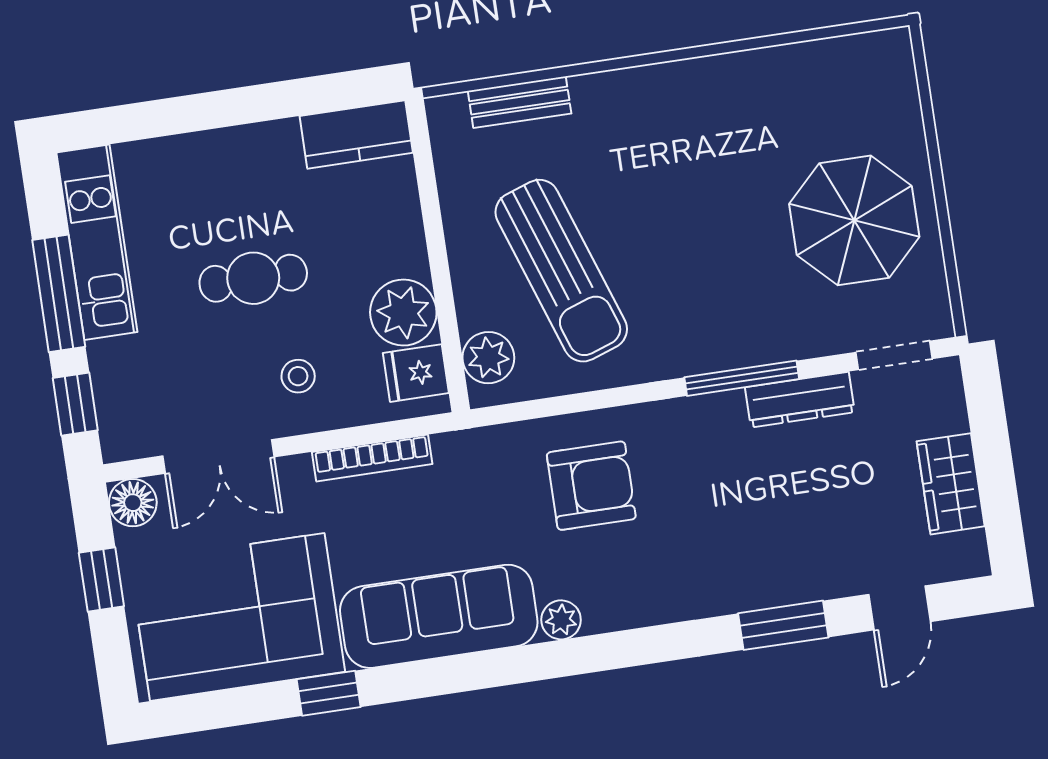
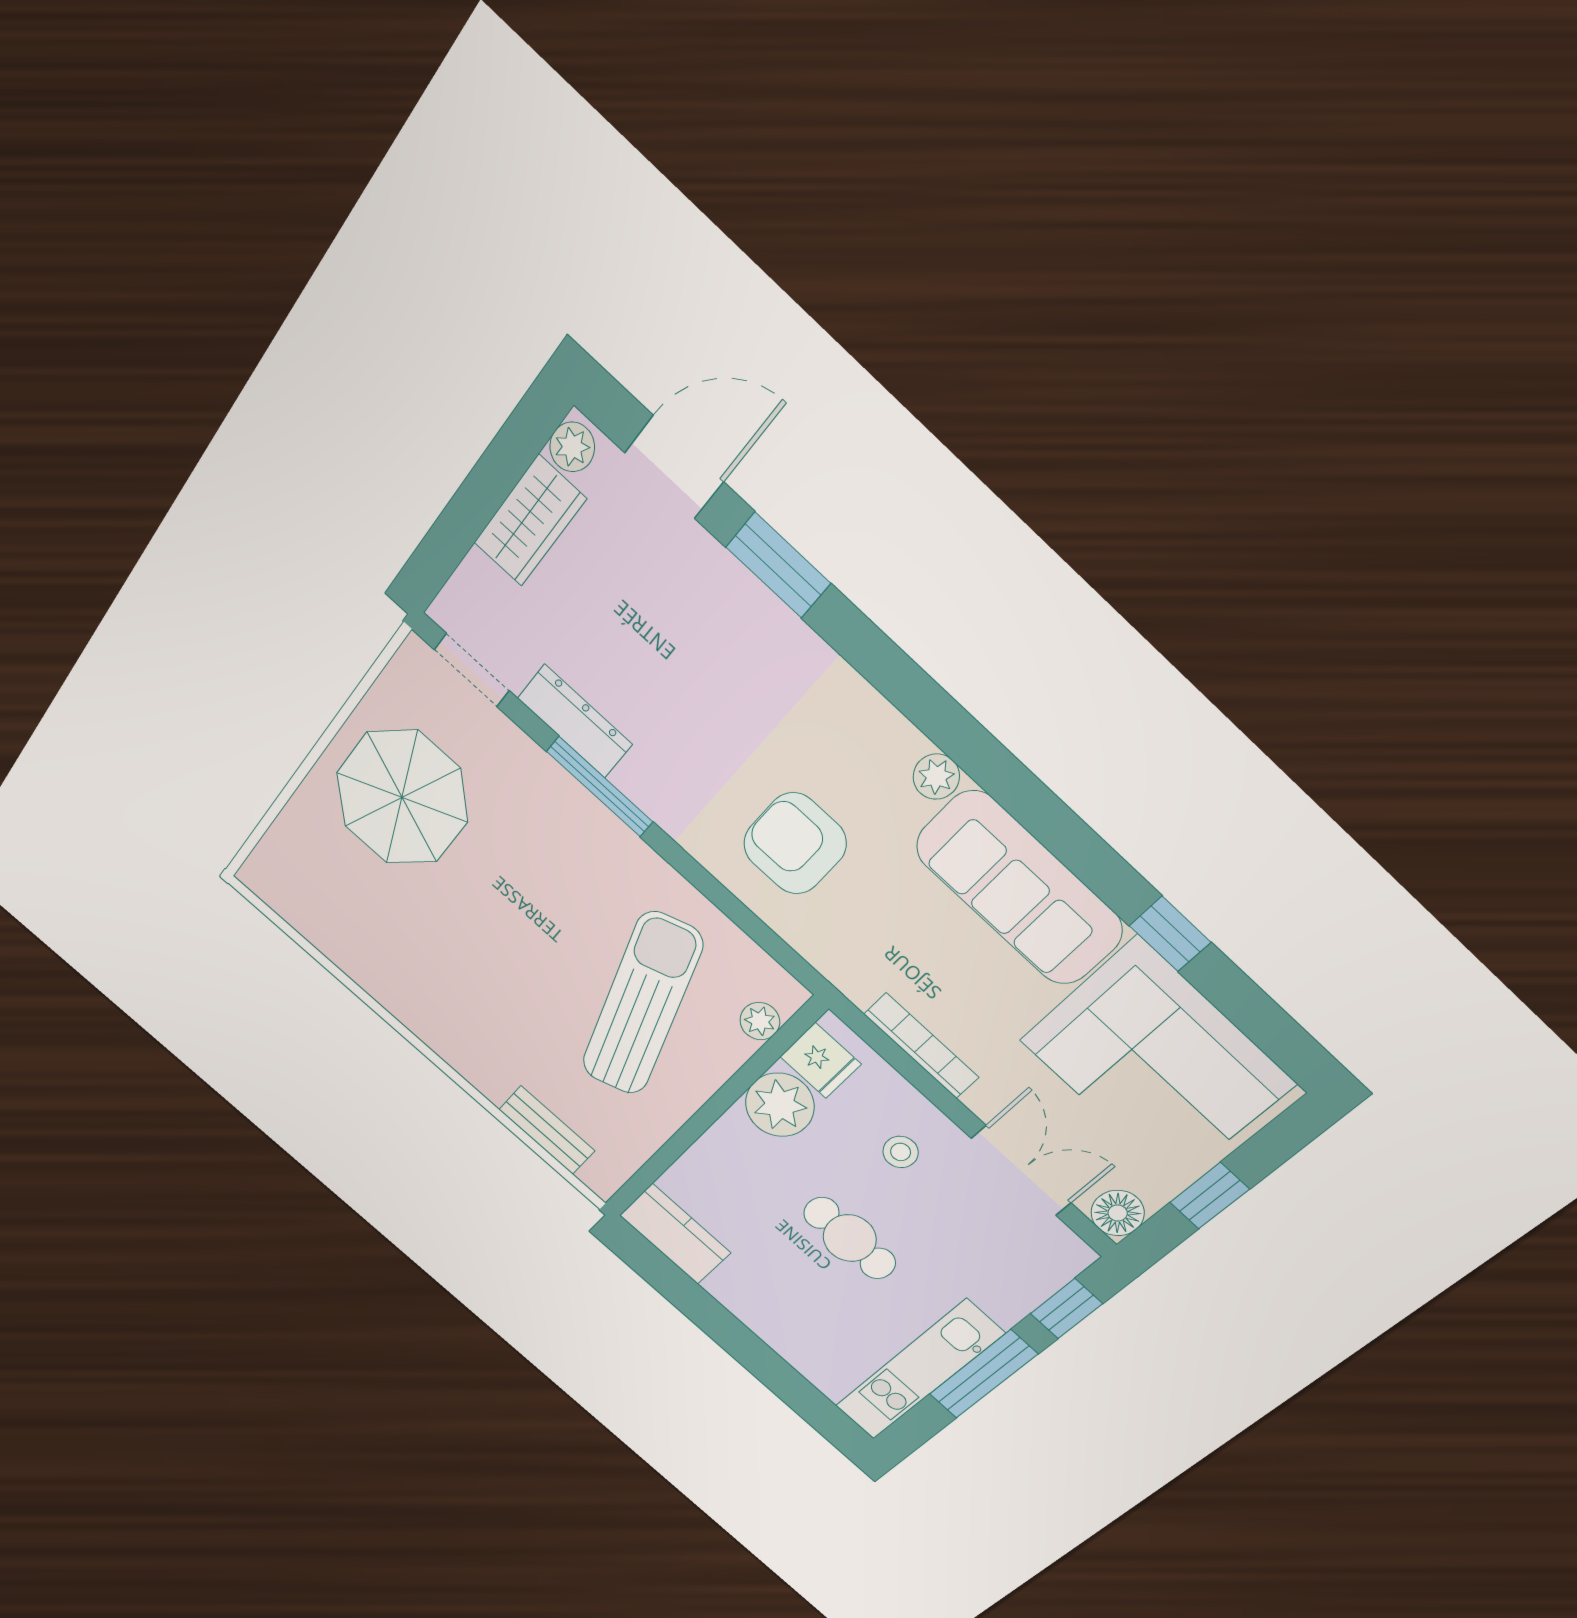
plant: (488, 358) -> (760, 1021), width x0.73, depth x0.73
plant: (969, 552) -> (572, 447), added
door: (899, 608) -> (674, 467), width x1.38

